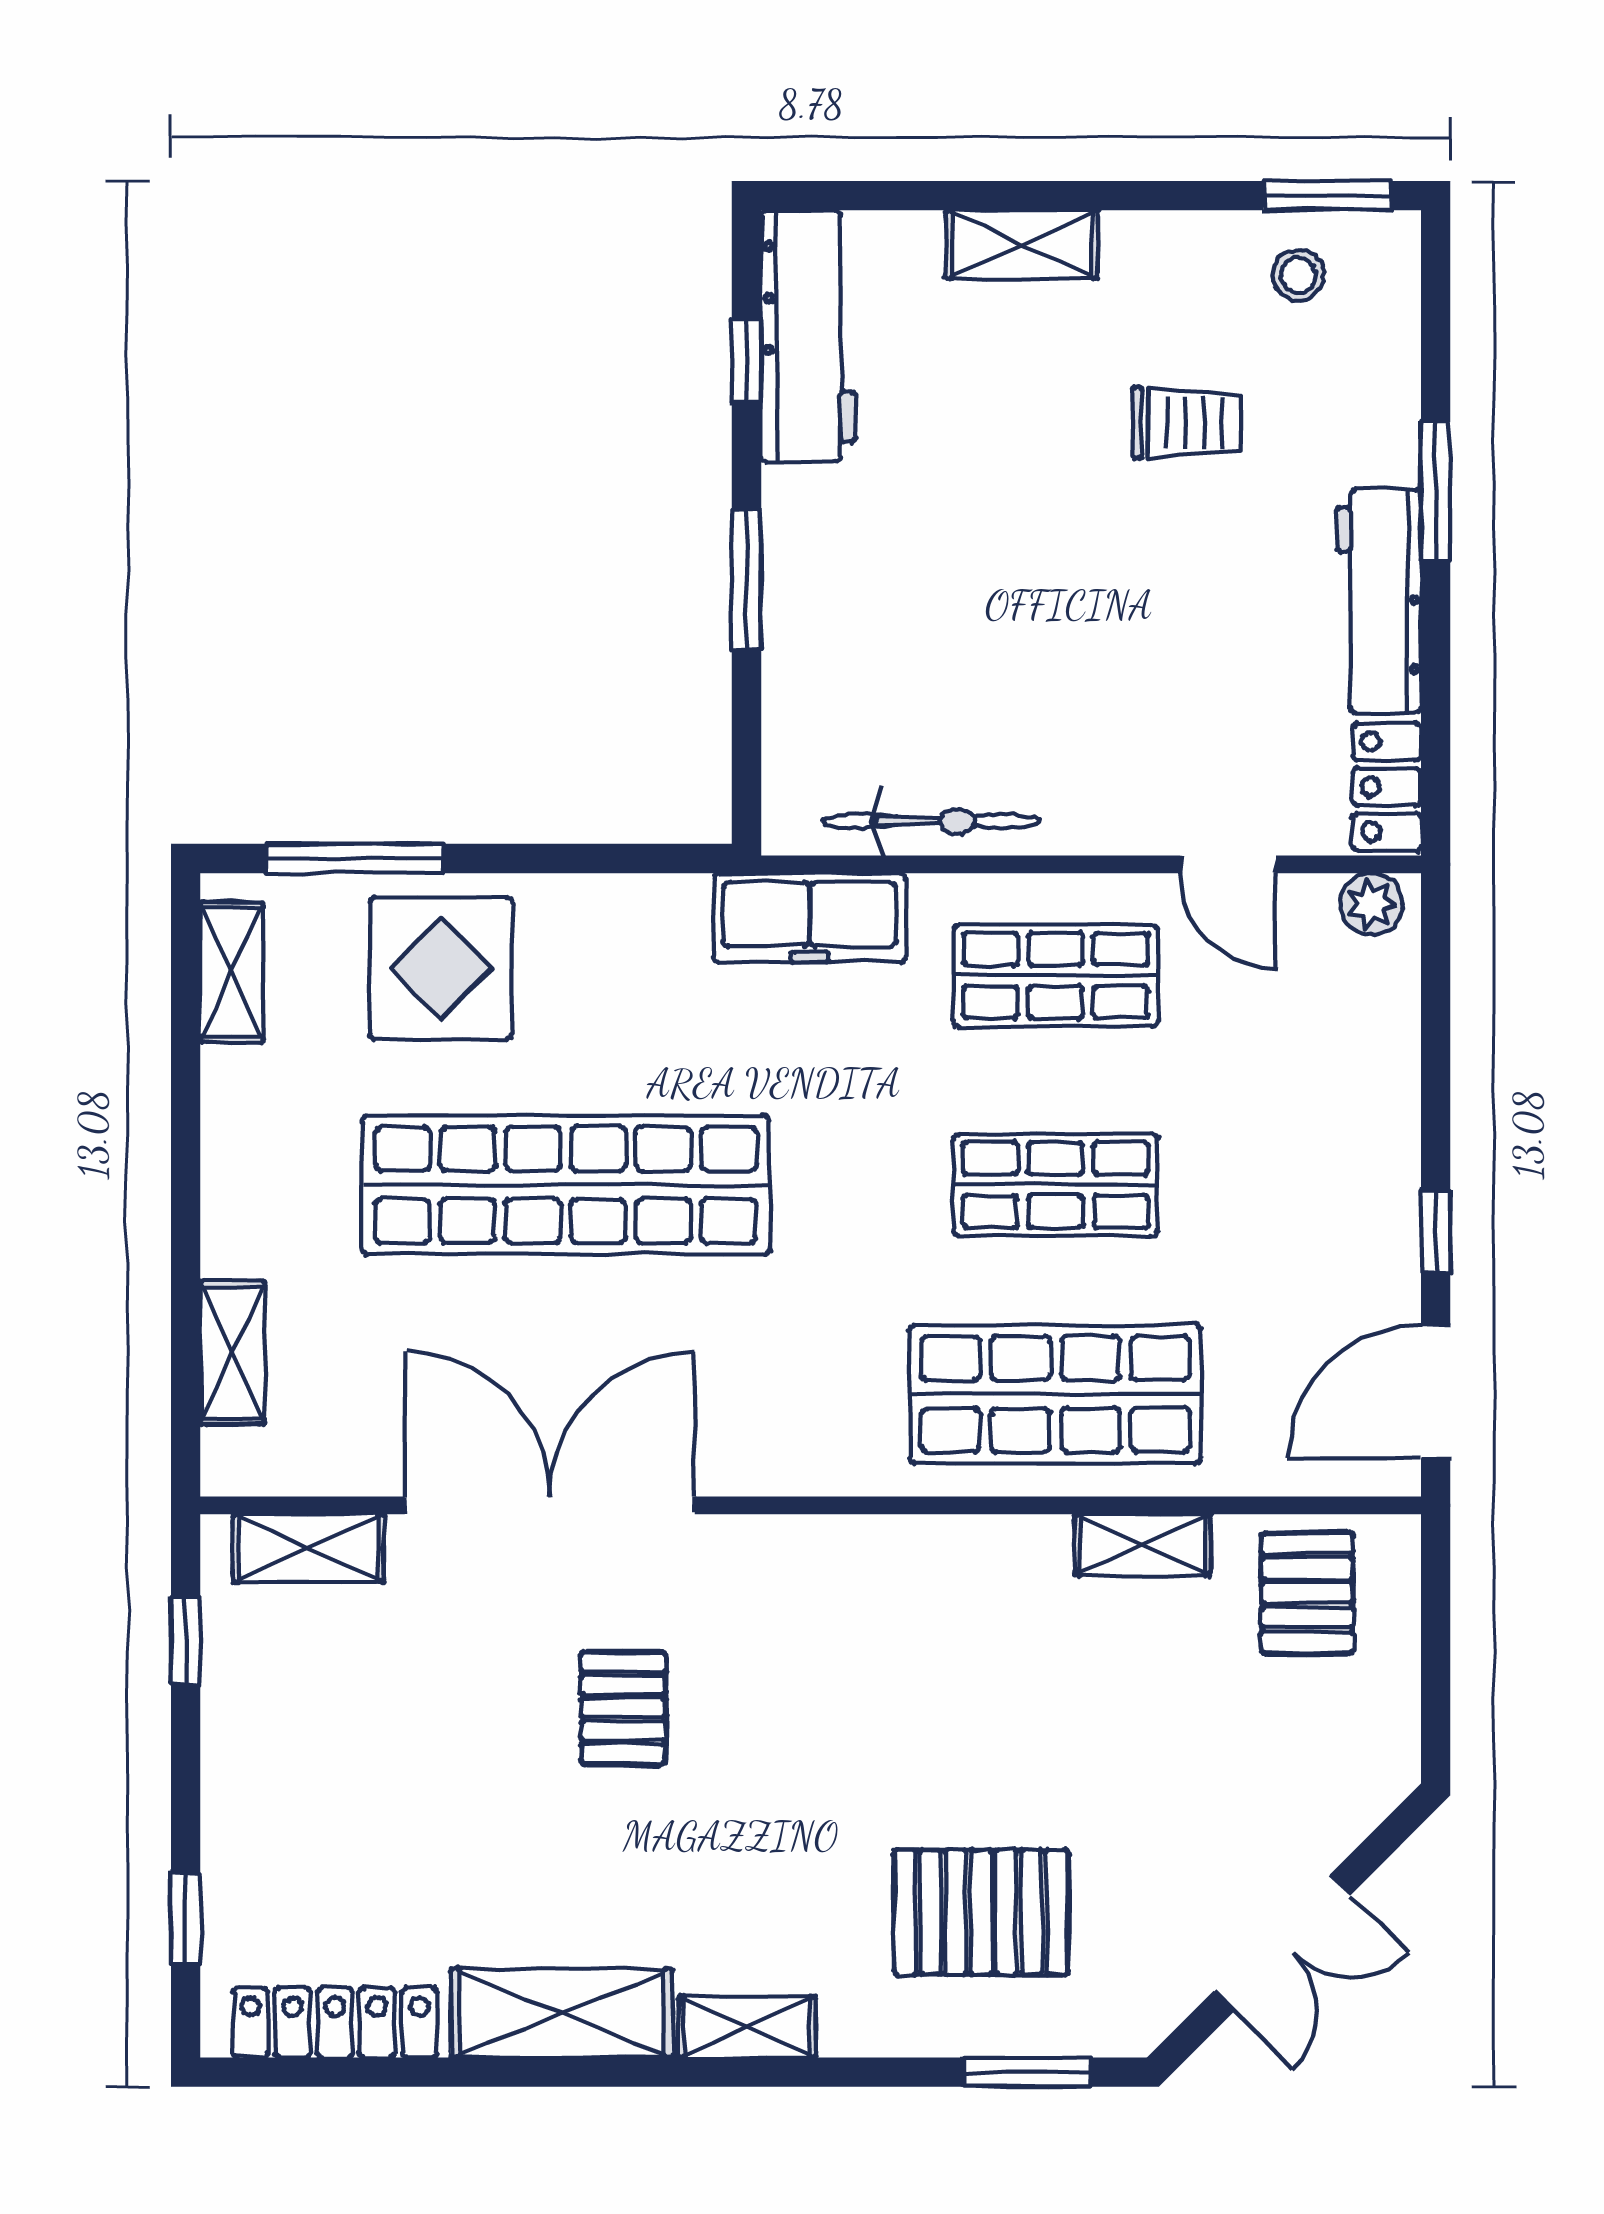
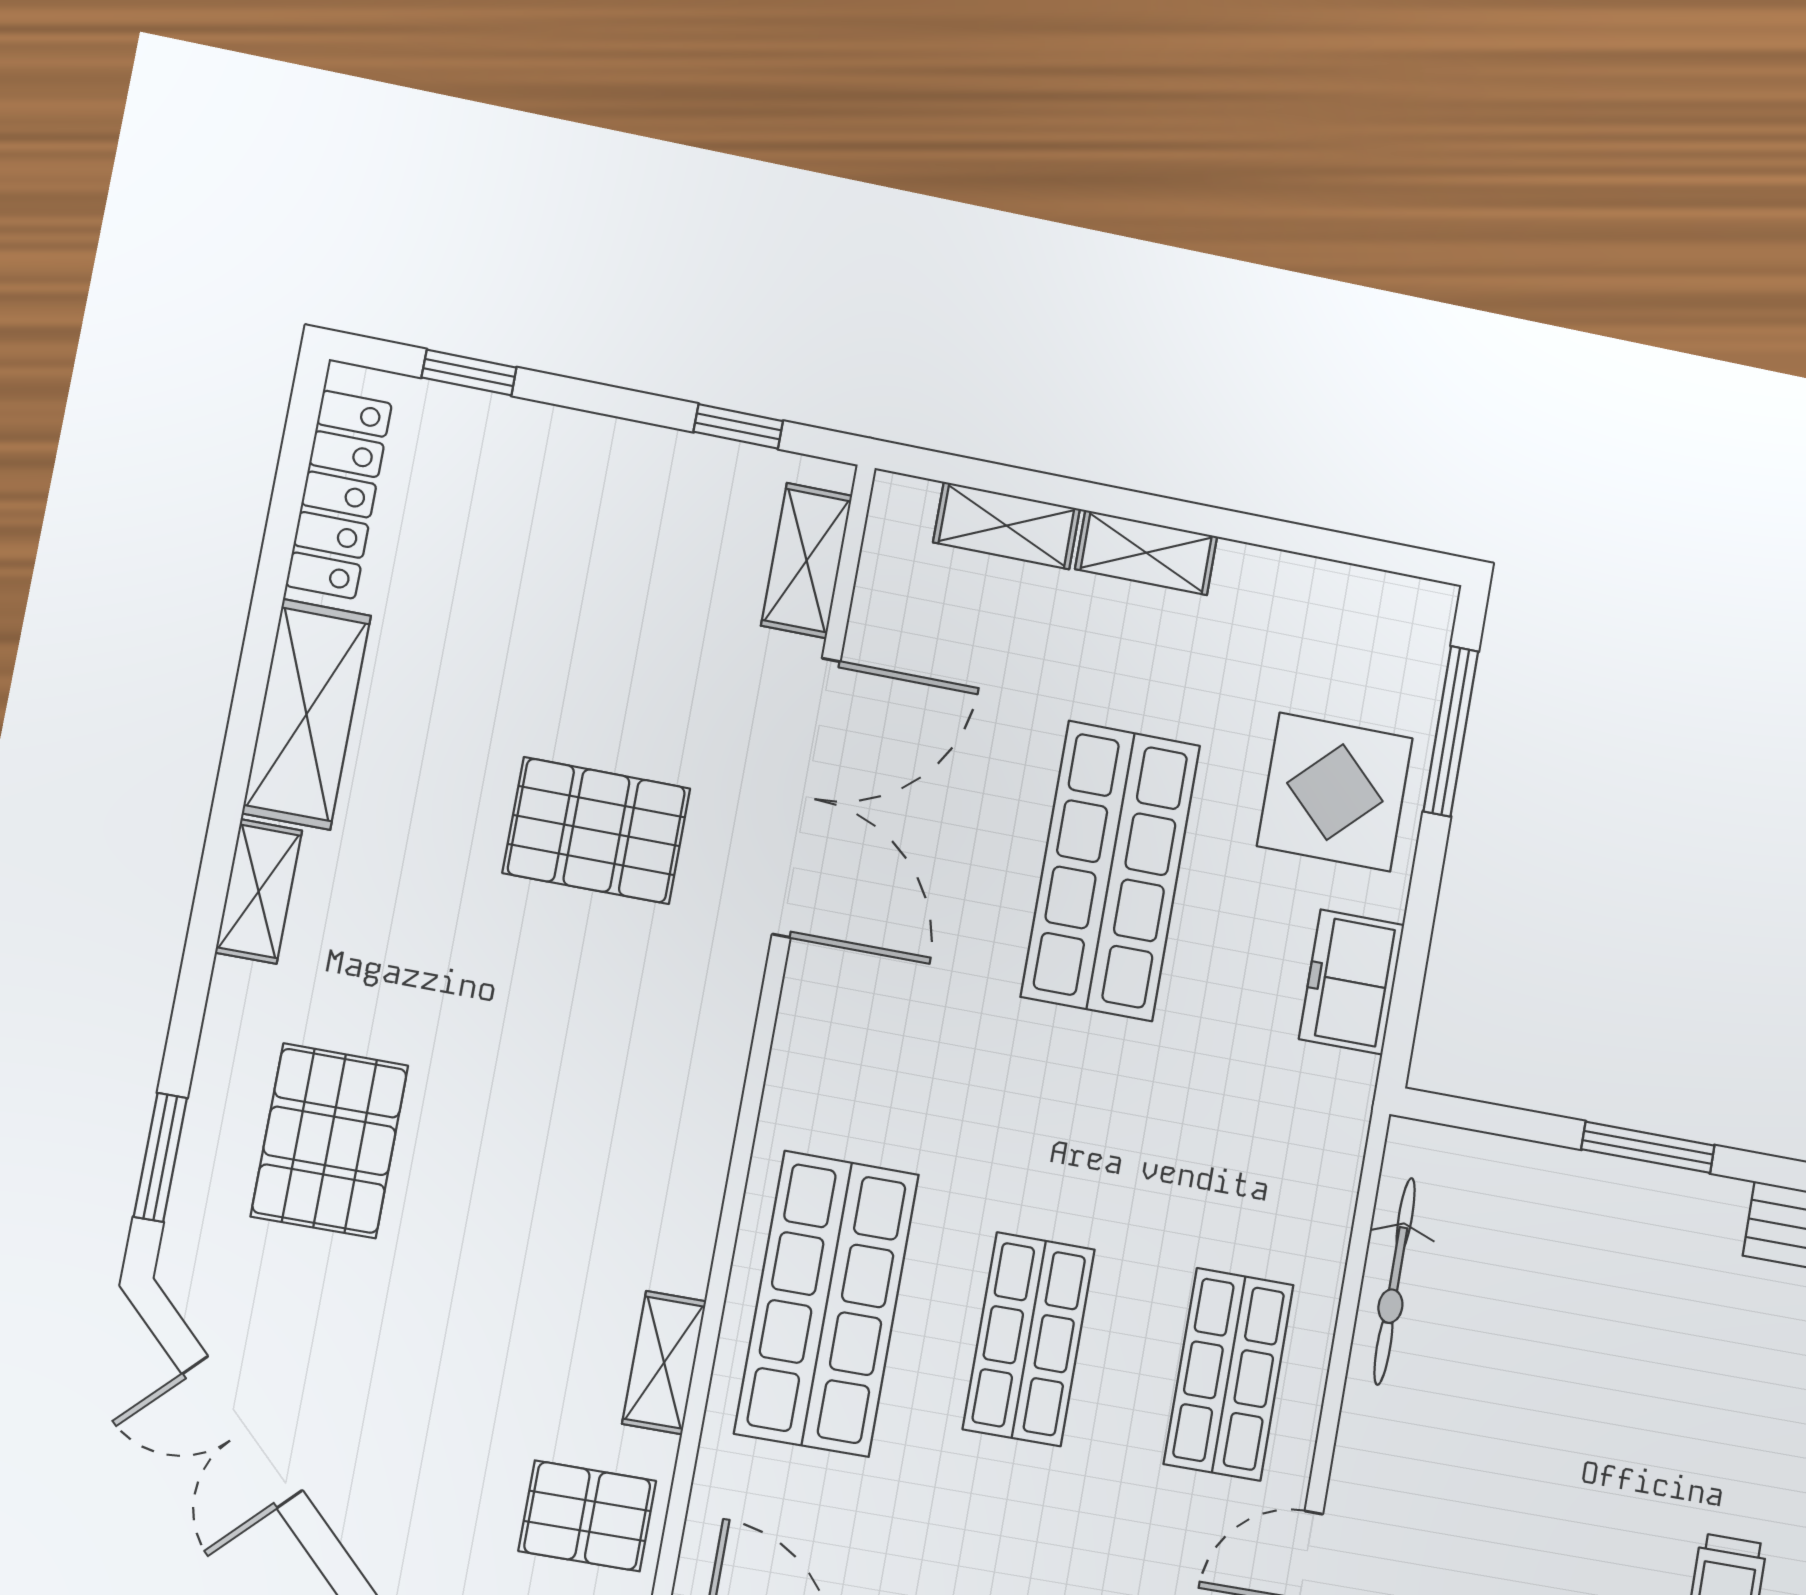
freezer: (810, 918) -> (1352, 982), moved, width x0.71
shelving: (232, 972) -> (1146, 553), moved
shop shelf: (566, 1185) -> (1111, 871), width x0.71
pallet: (623, 1708) -> (596, 831), width x1.50, depth x1.42

